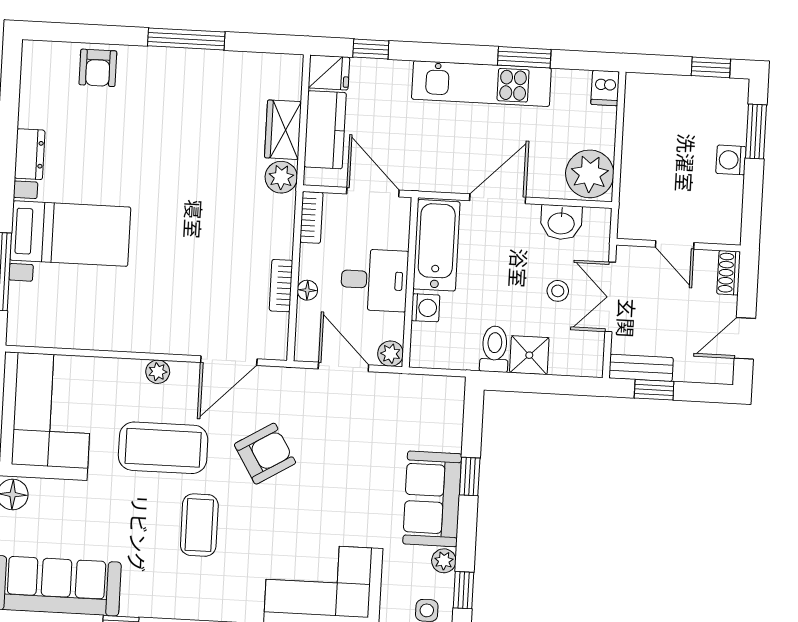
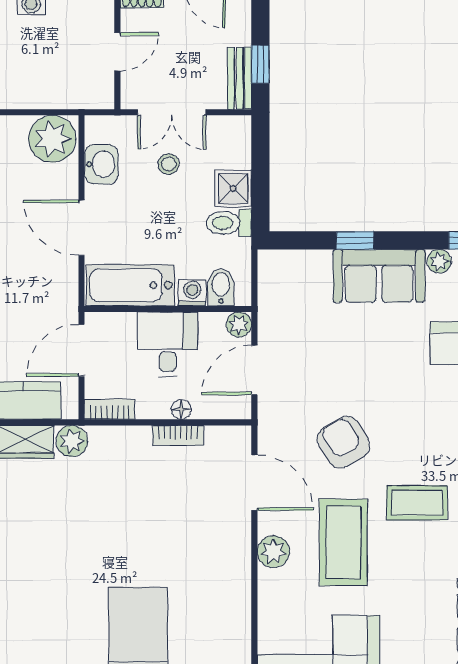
bidet: (430, 337) -> (221, 287), added
plant: (158, 372) -> (273, 552), width x1.38, depth x1.38

